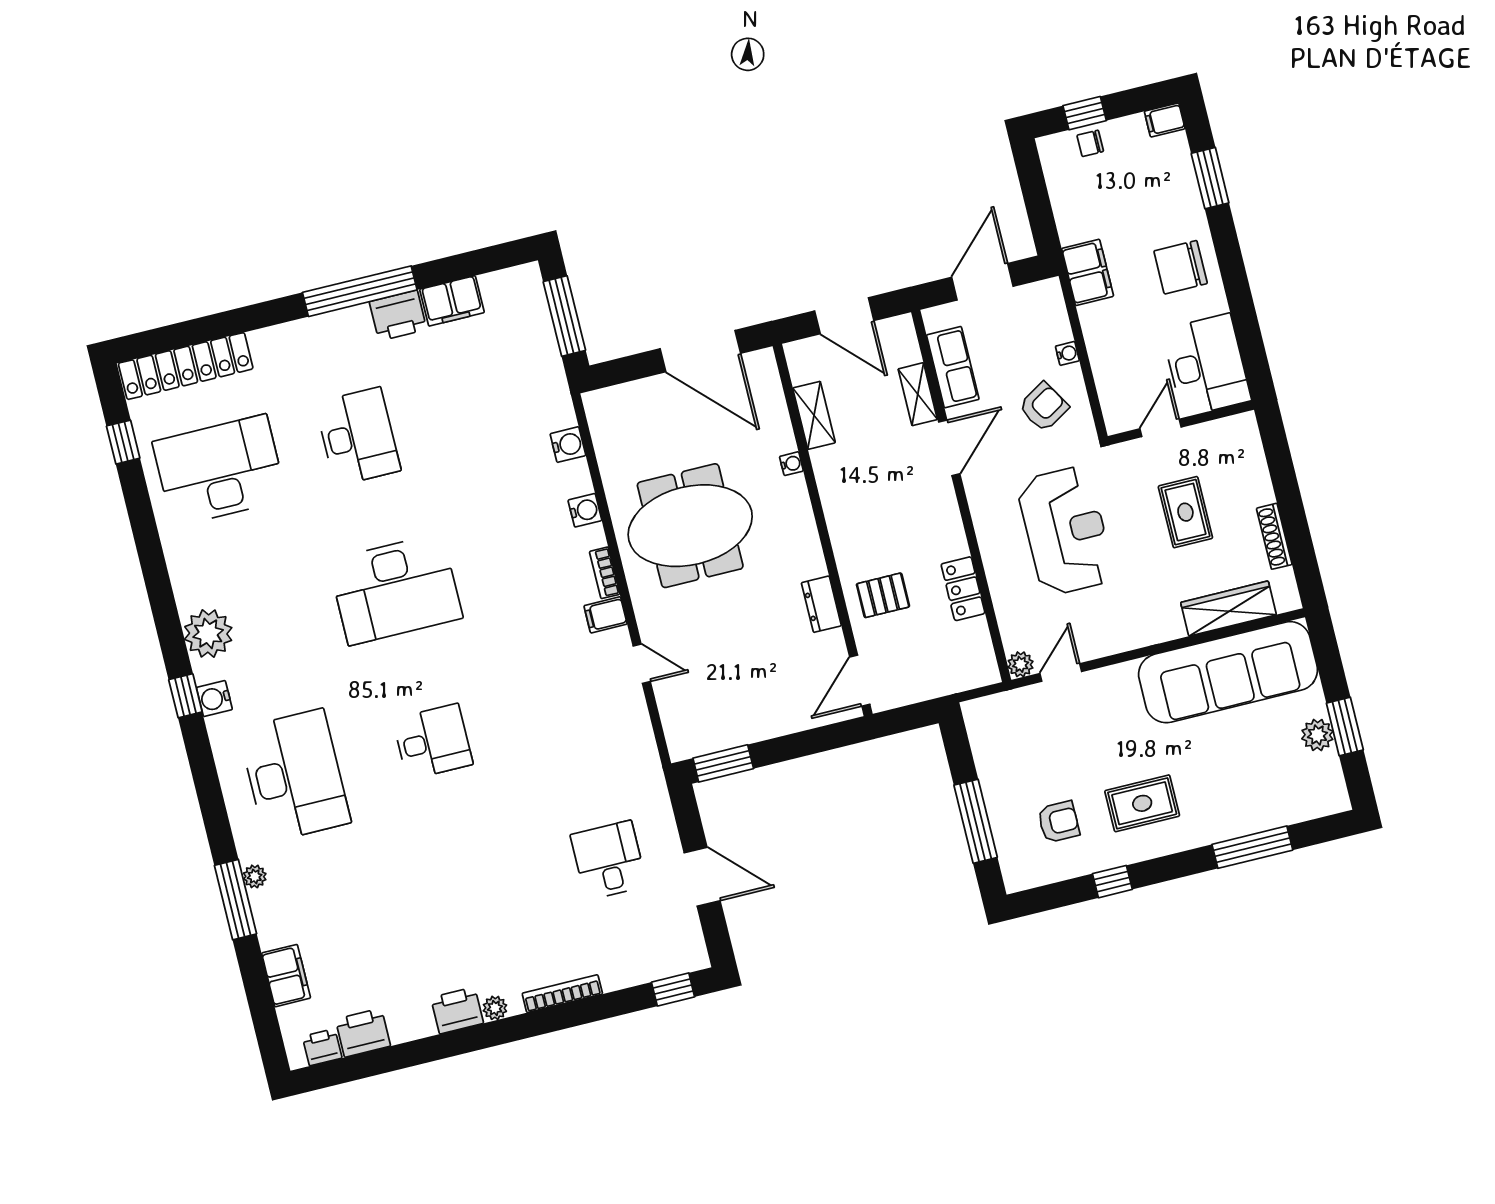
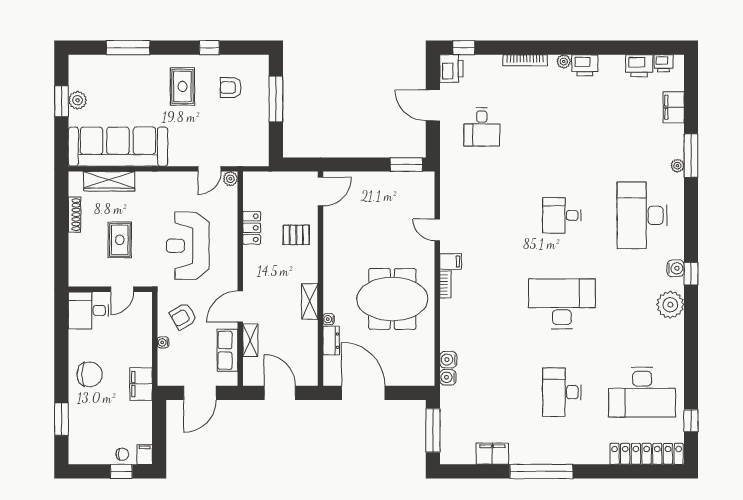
filing cabinet: (1165, 120) -> (145, 454), moved, turned -90
printer: (398, 316) -> (451, 69), moved, turned 90
desk: (1207, 365) -> (88, 310), width x0.73
shelving: (814, 415) -> (310, 301), moved
water cooler: (585, 510) -> (448, 377), moved
dresser: (821, 604) -> (331, 341), moved
rug: (1142, 803) -> (183, 86), turned 90

